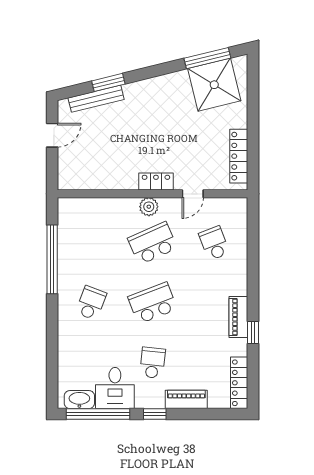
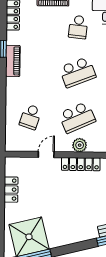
locker: (239, 156) -> (11, 190), width x0.66
locker: (156, 182) -> (81, 164), width x1.53
school desk: (214, 243) -> (31, 117), turned 39

